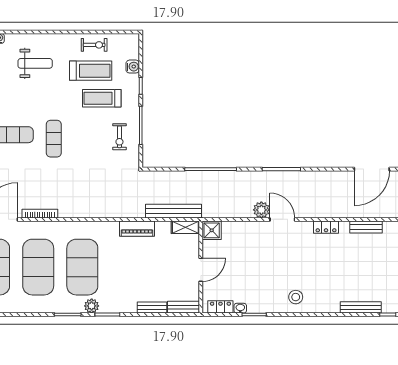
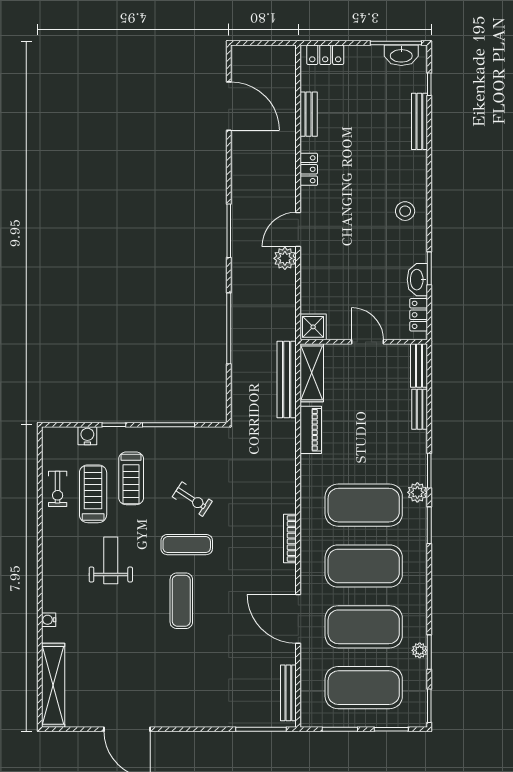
exercise bike: (94, 45) -> (58, 489), turned 180
weight bench: (35, 63) -> (111, 560), moved
exercise bike: (119, 137) -> (192, 499), moved, turned 33
bookcase: (40, 214) -> (290, 539), moved
shelving: (185, 227) -> (312, 373), width x1.50, depth x1.33
washbasin: (240, 308) -> (417, 280), width x1.91, depth x1.45

